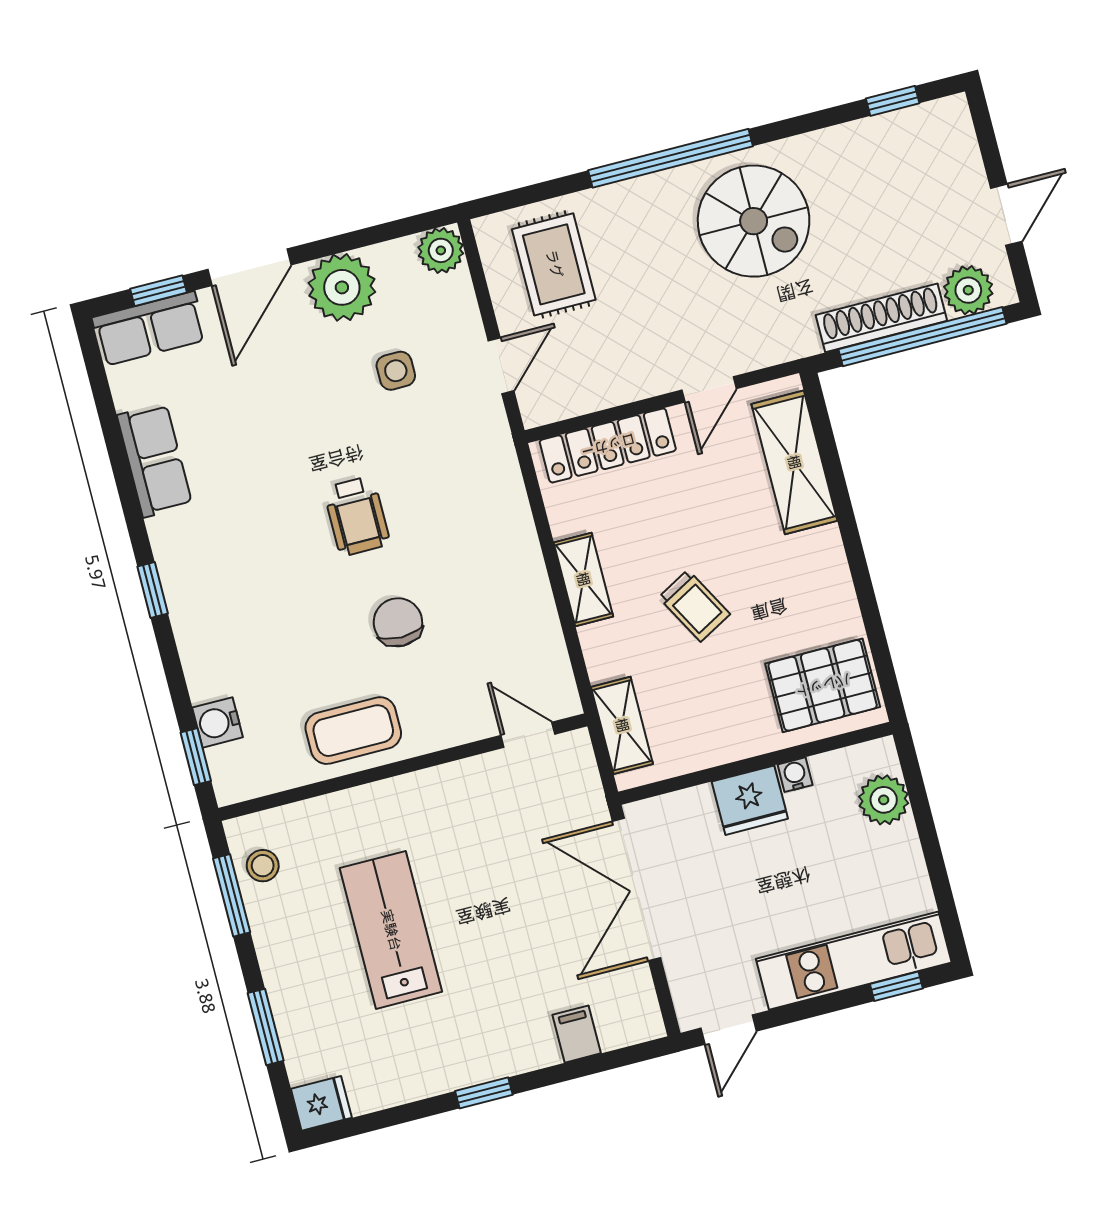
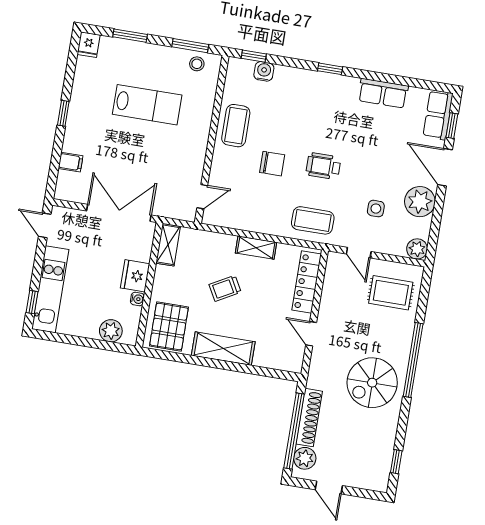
shelving: (794, 462) -> (223, 349), moved
coffee table: (477, 488) -> (313, 220), added
shelving: (622, 725) -> (168, 245), moved, turned 90

